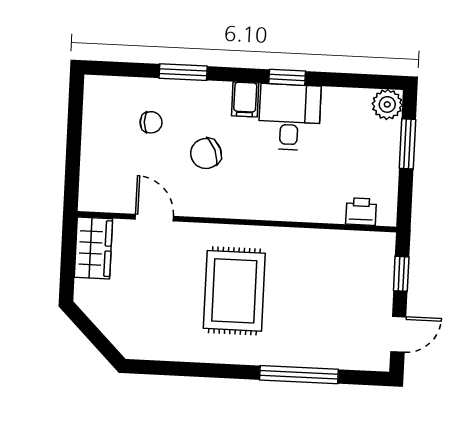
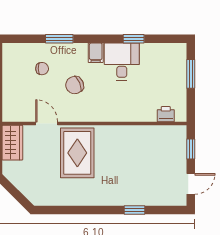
window: (287, 77) -> (134, 39), moved
plant: (387, 104) -> (178, 52), removed
rug: (234, 291) -> (77, 153), moved
window: (299, 375) -> (135, 210), width x0.46

